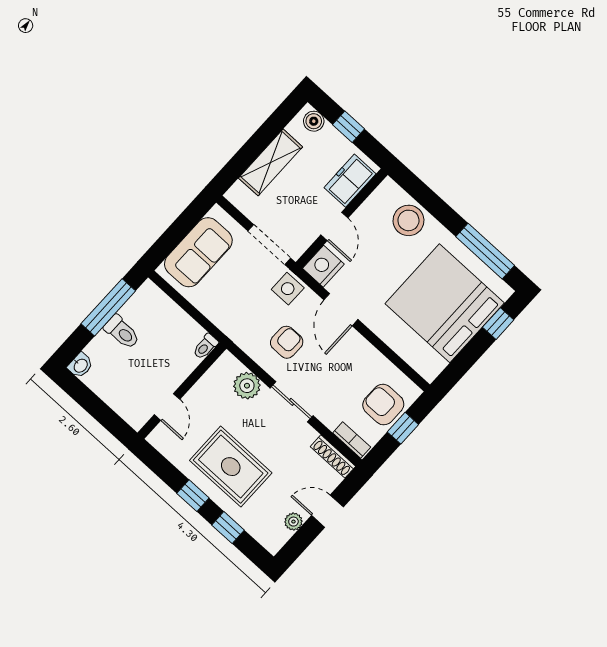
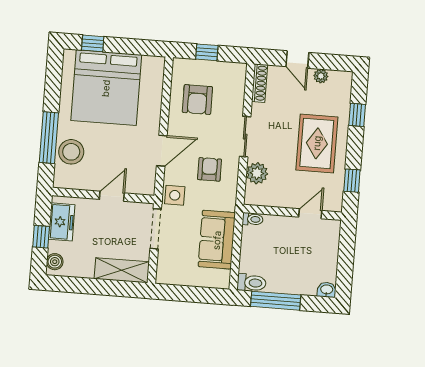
shelving: (271, 162) -> (122, 270), moved
freezer: (350, 181) -> (62, 222), moved, turned -90
window: (485, 251) -> (49, 138), moved
sofa: (198, 252) -> (217, 240), moved, turned -90
nightstand: (323, 266) -> (143, 184), removed
toilet: (122, 332) -> (252, 283), moved, turned 90
armchair: (287, 342) -> (210, 169), turned 90
armchair: (383, 405) -> (197, 100), moved
bookcase: (352, 440) -> (240, 79), removed
window: (193, 496) -> (352, 181), moved

